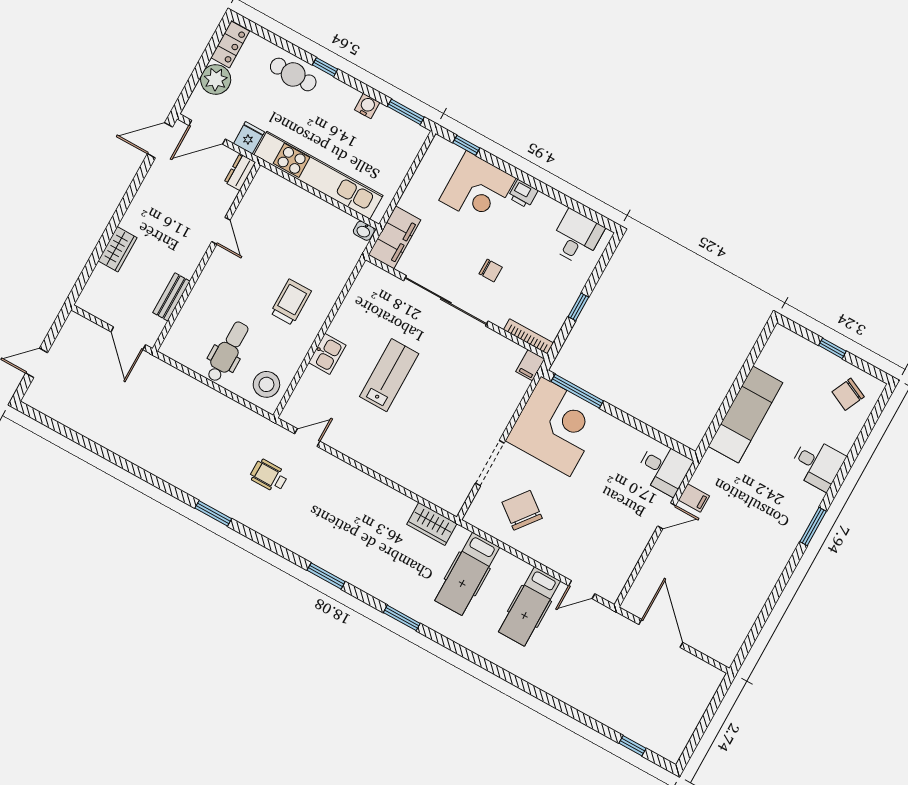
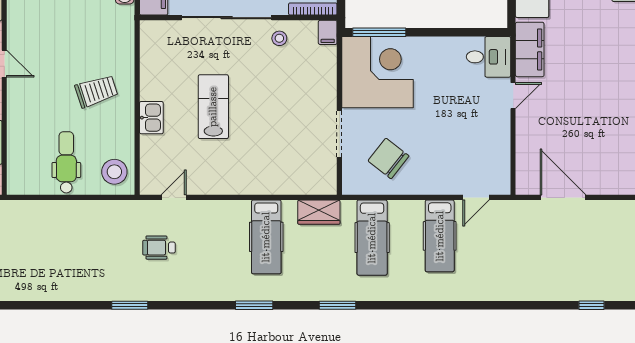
trolley: (291, 302) -> (96, 91), turned 72
stool: (483, 346) -> (279, 38), added
filing cabinet: (694, 498) -> (530, 49), width x3.00, depth x1.17
hospital bed: (372, 520) -> (266, 237), added

